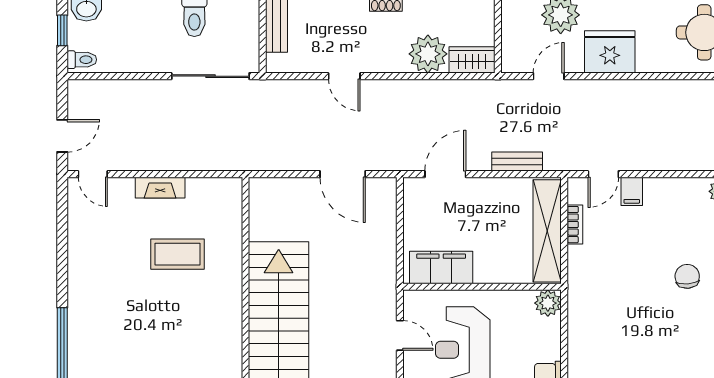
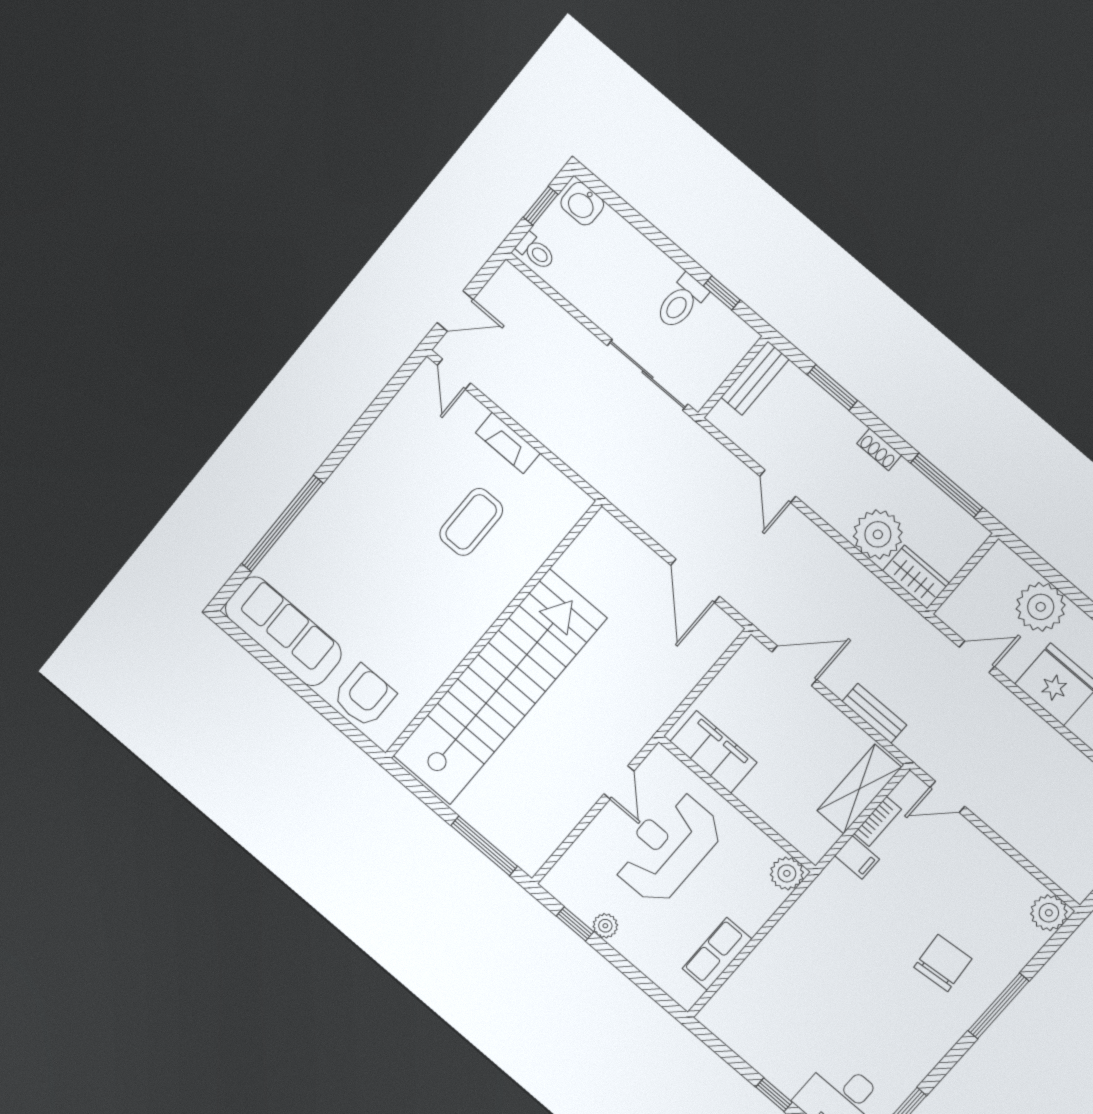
filing cabinet: (632, 191) -> (857, 857), moved, turned -90
shelving: (547, 231) -> (859, 789), width x0.68
coffee table: (177, 254) -> (471, 522), turned 90
chair: (687, 276) -> (943, 963), width x1.37, depth x1.37

